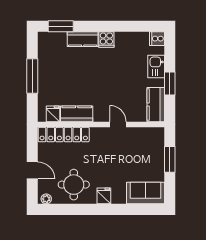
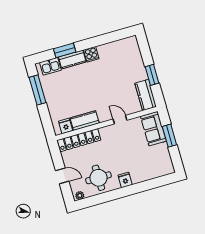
window: (61, 26) -> (65, 50), moved
cooker: (157, 39) -> (132, 42), removed
kitchen sink: (156, 66) -> (50, 66), moved, turned -90
window: (32, 76) -> (37, 90), moved
sofa: (146, 193) -> (153, 129), moved, turned -90

